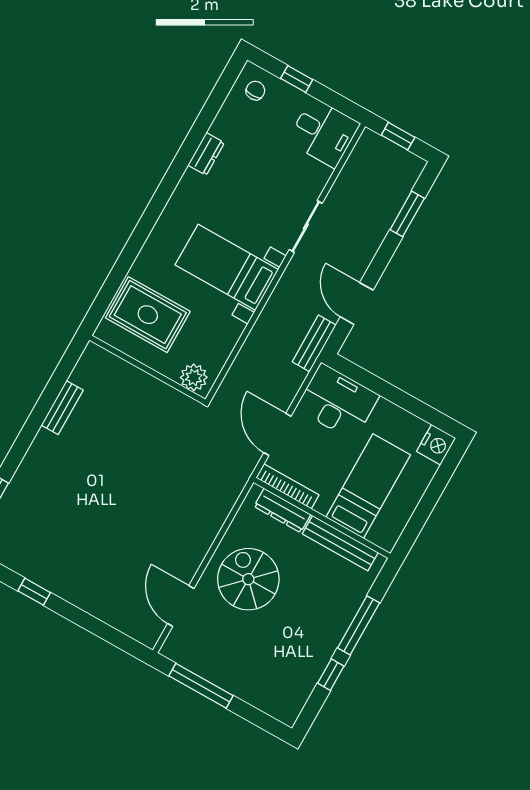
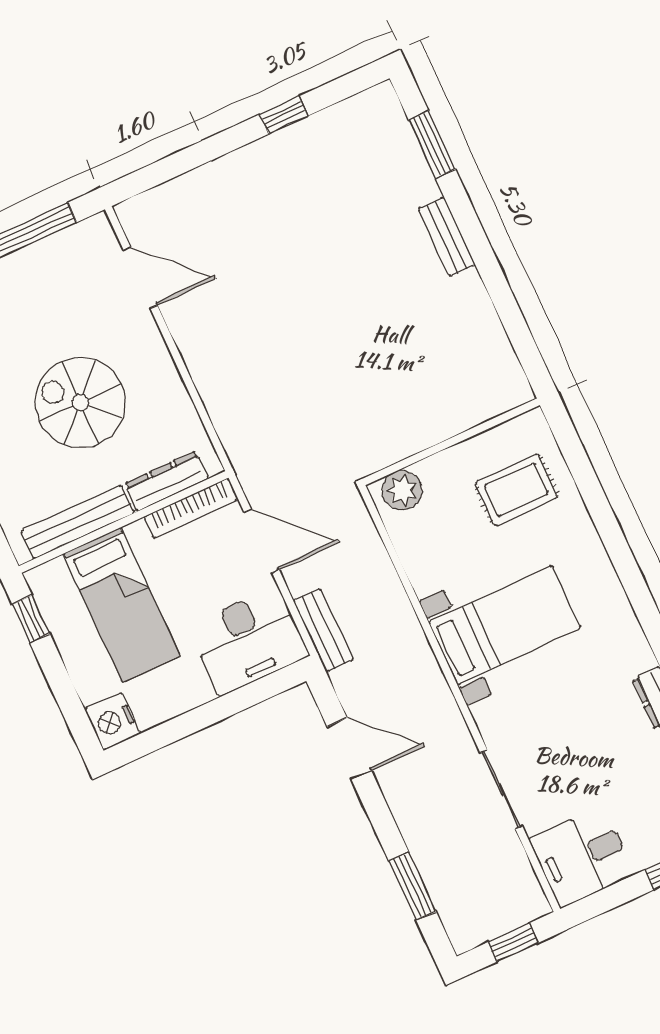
sliding door: (306, 226) -> (501, 790), moved
rug: (148, 315) -> (516, 490), width x0.73, depth x0.70
bench: (314, 343) -> (323, 630), moved
bench: (62, 408) -> (447, 237), moved
window: (412, 530) -> (31, 619), added
spiral stairs: (248, 579) -> (80, 403), moved, turned 180

